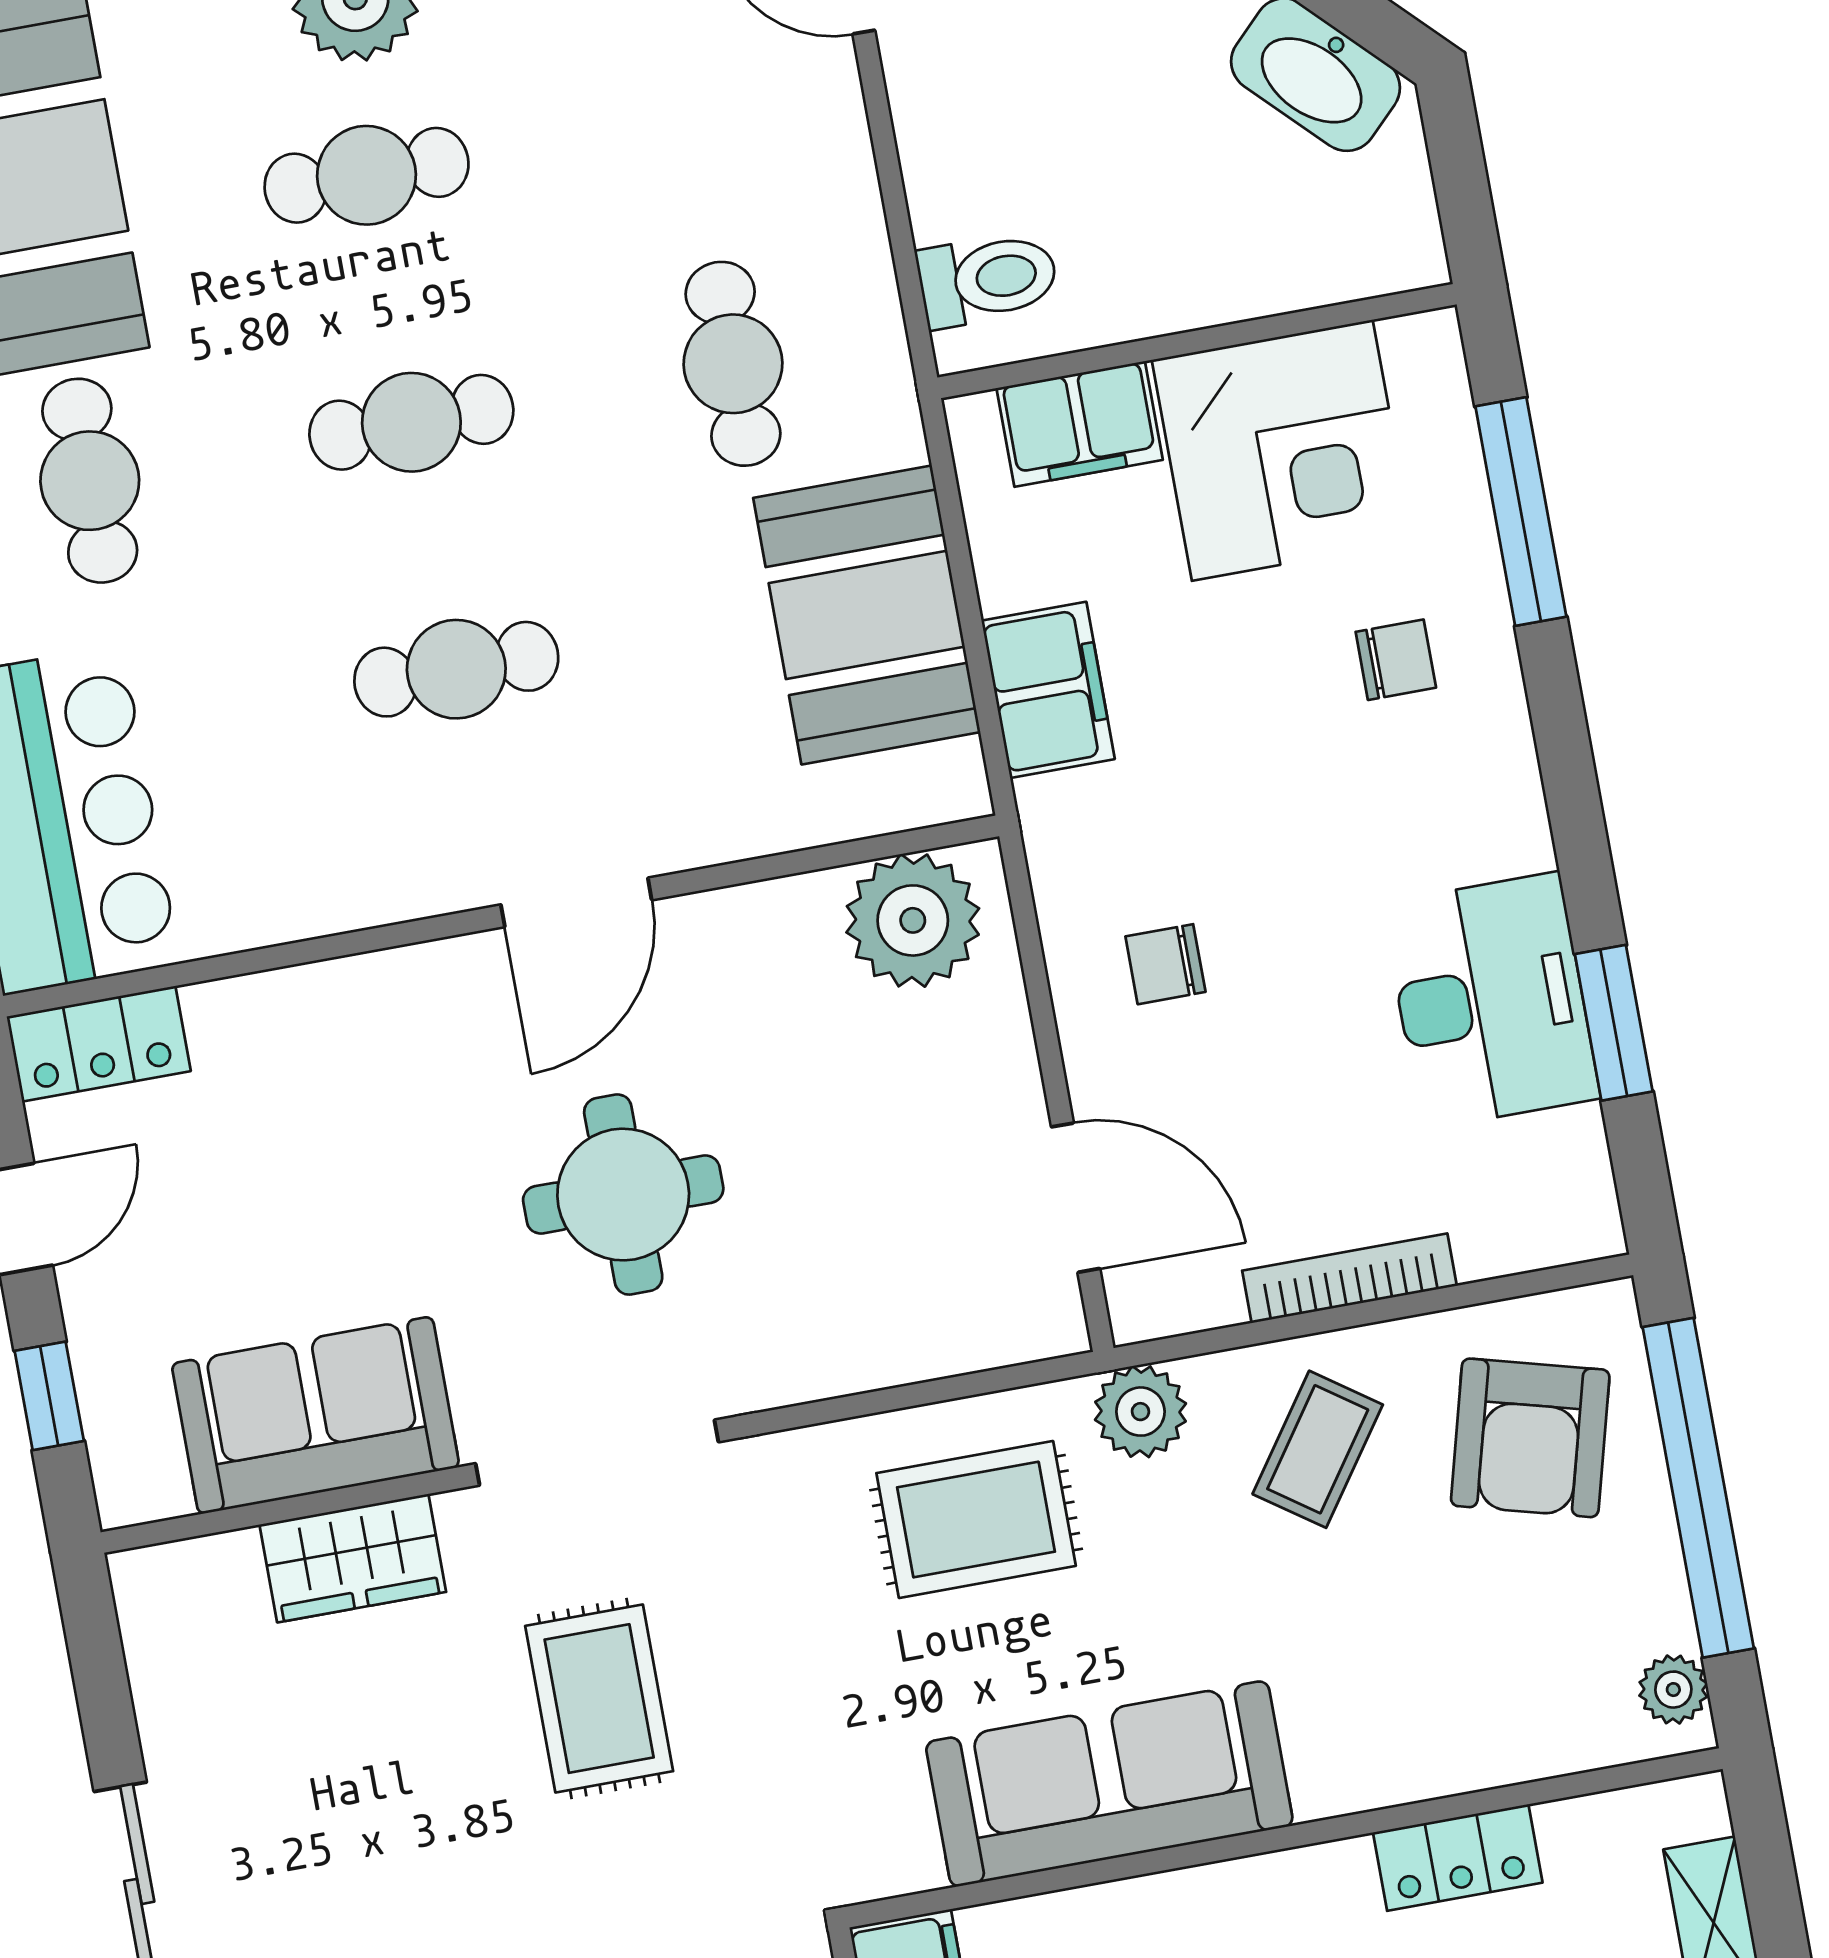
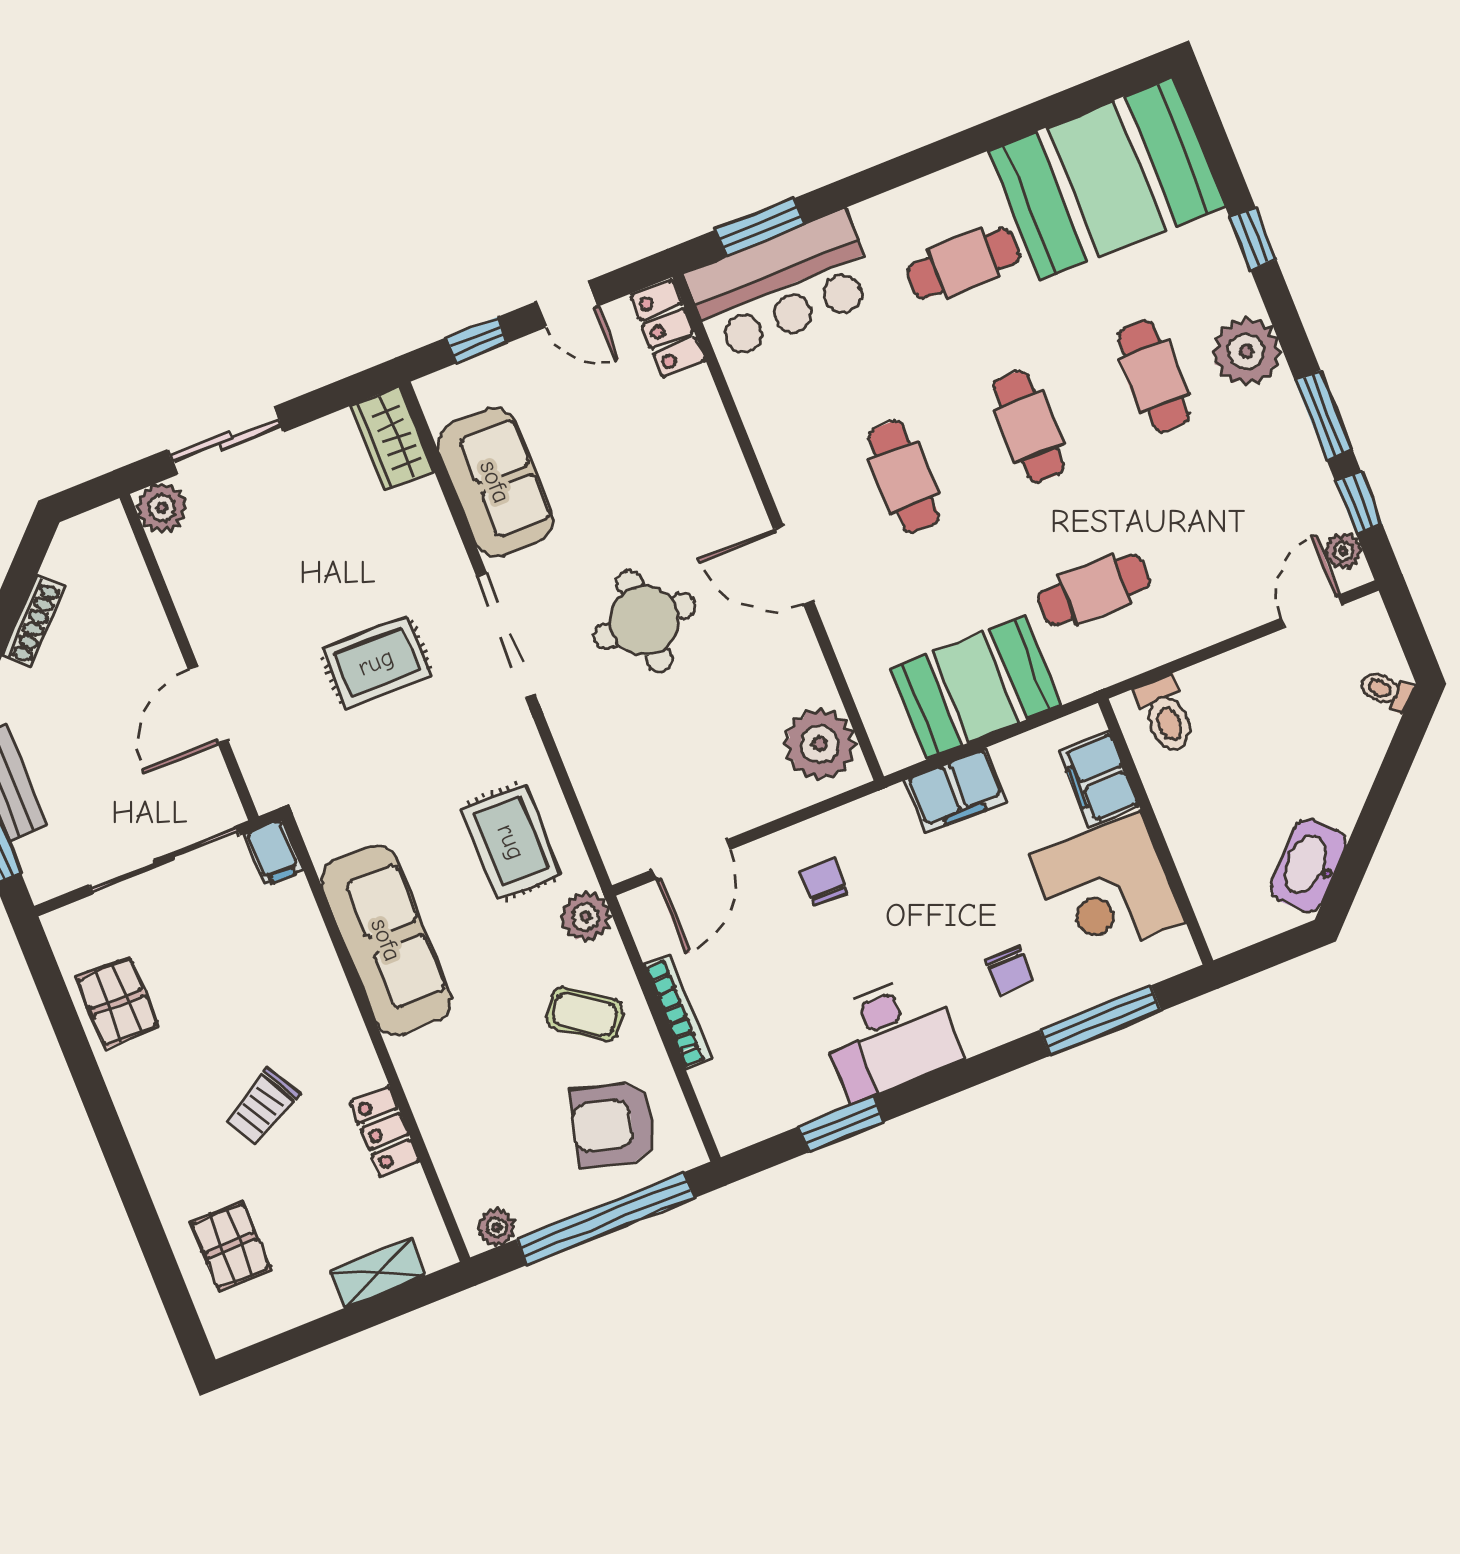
desk: (1491, 1001) -> (891, 1037), moved
wardrobe: (353, 1558) -> (392, 439), moved

